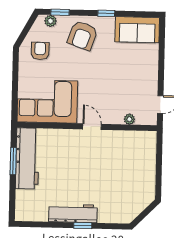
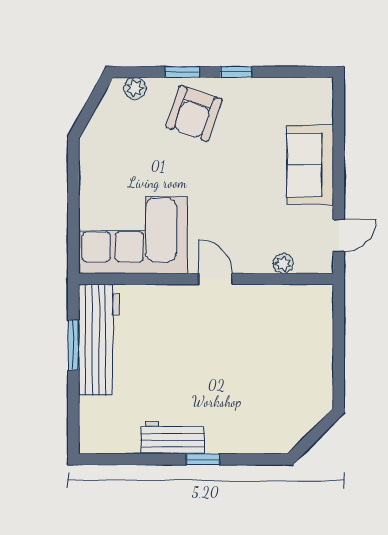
window: (60, 12) -> (182, 72), moved
sofa: (137, 30) -> (310, 165), moved, turned 90
armchair: (40, 51) -> (117, 143), removed
workbench: (73, 213) -> (172, 438), width x0.73

